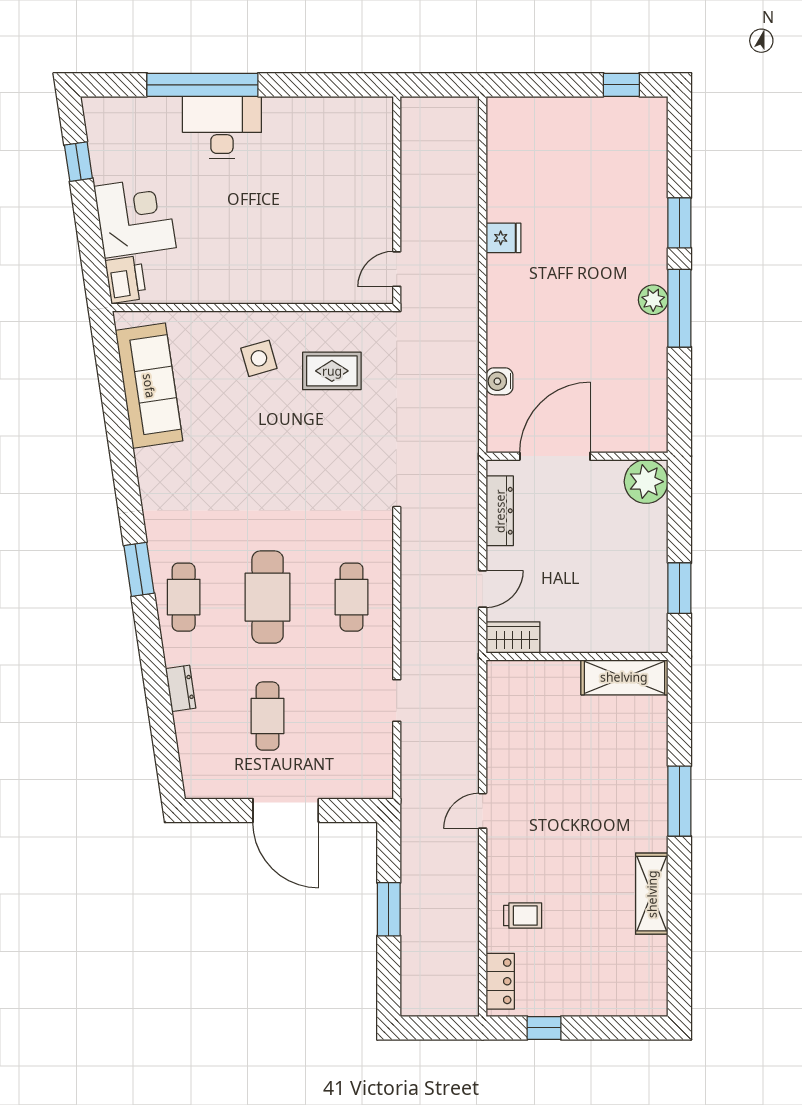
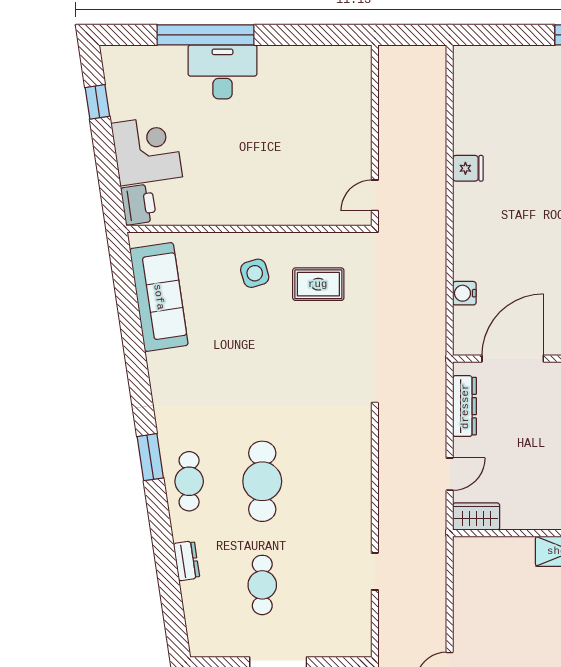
cafe table: (352, 597) -> (335, 481), removed

